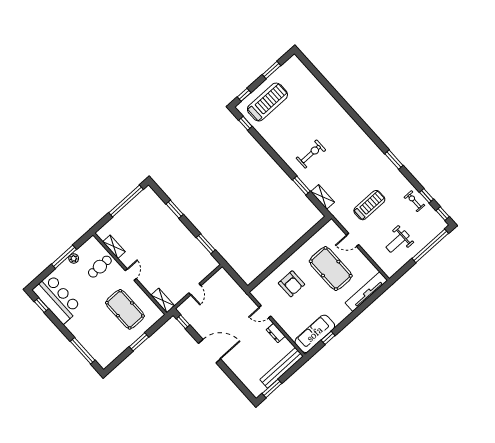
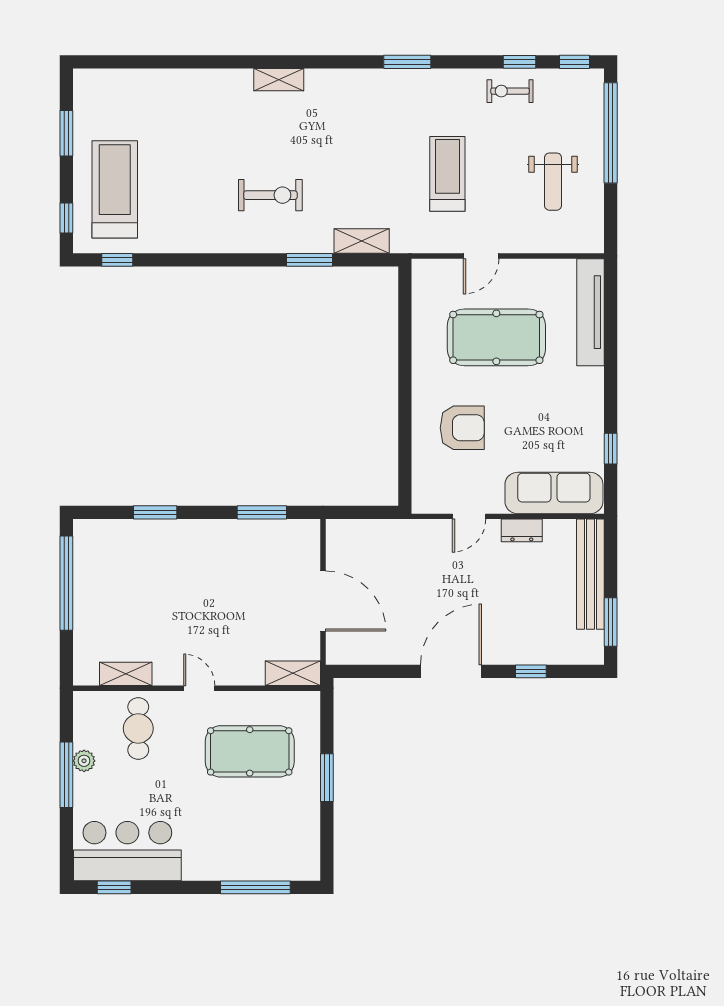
shelving: (351, 123) -> (279, 80), added
exercise bike: (311, 154) -> (270, 195), turned 90
door: (195, 289) -> (323, 601), width x1.87
window: (183, 322) -> (531, 671), moved
sofa: (315, 334) -> (554, 493), moved, turned 90

